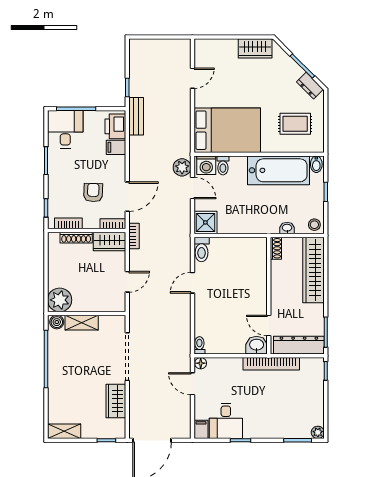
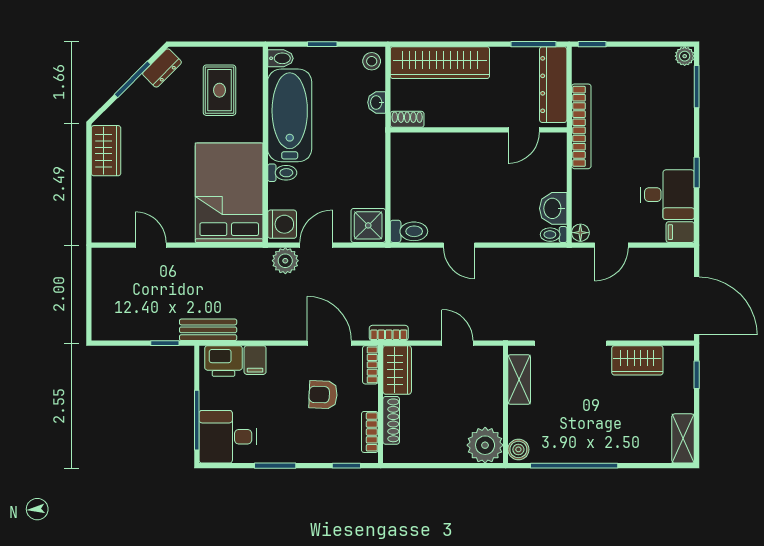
toilet: (223, 165) -> (282, 173), moved
shelving: (82, 323) -> (519, 380), moved
washbasin: (257, 345) -> (553, 208), moved

